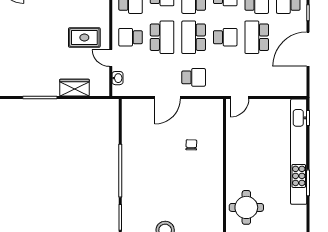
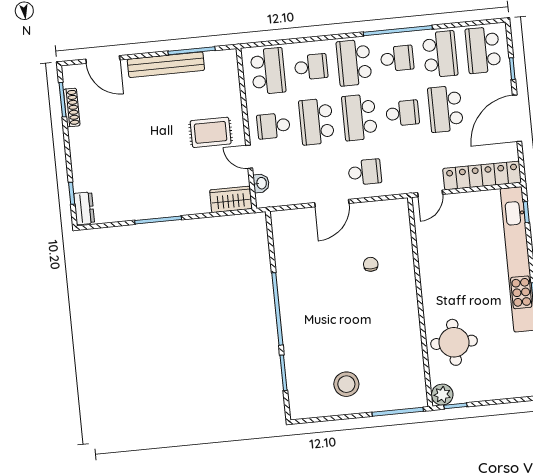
school desk: (162, 37) -> (316, 122), turned 180
wardrobe: (74, 88) -> (231, 199), moved
locker: (279, 88) -> (482, 175), added

